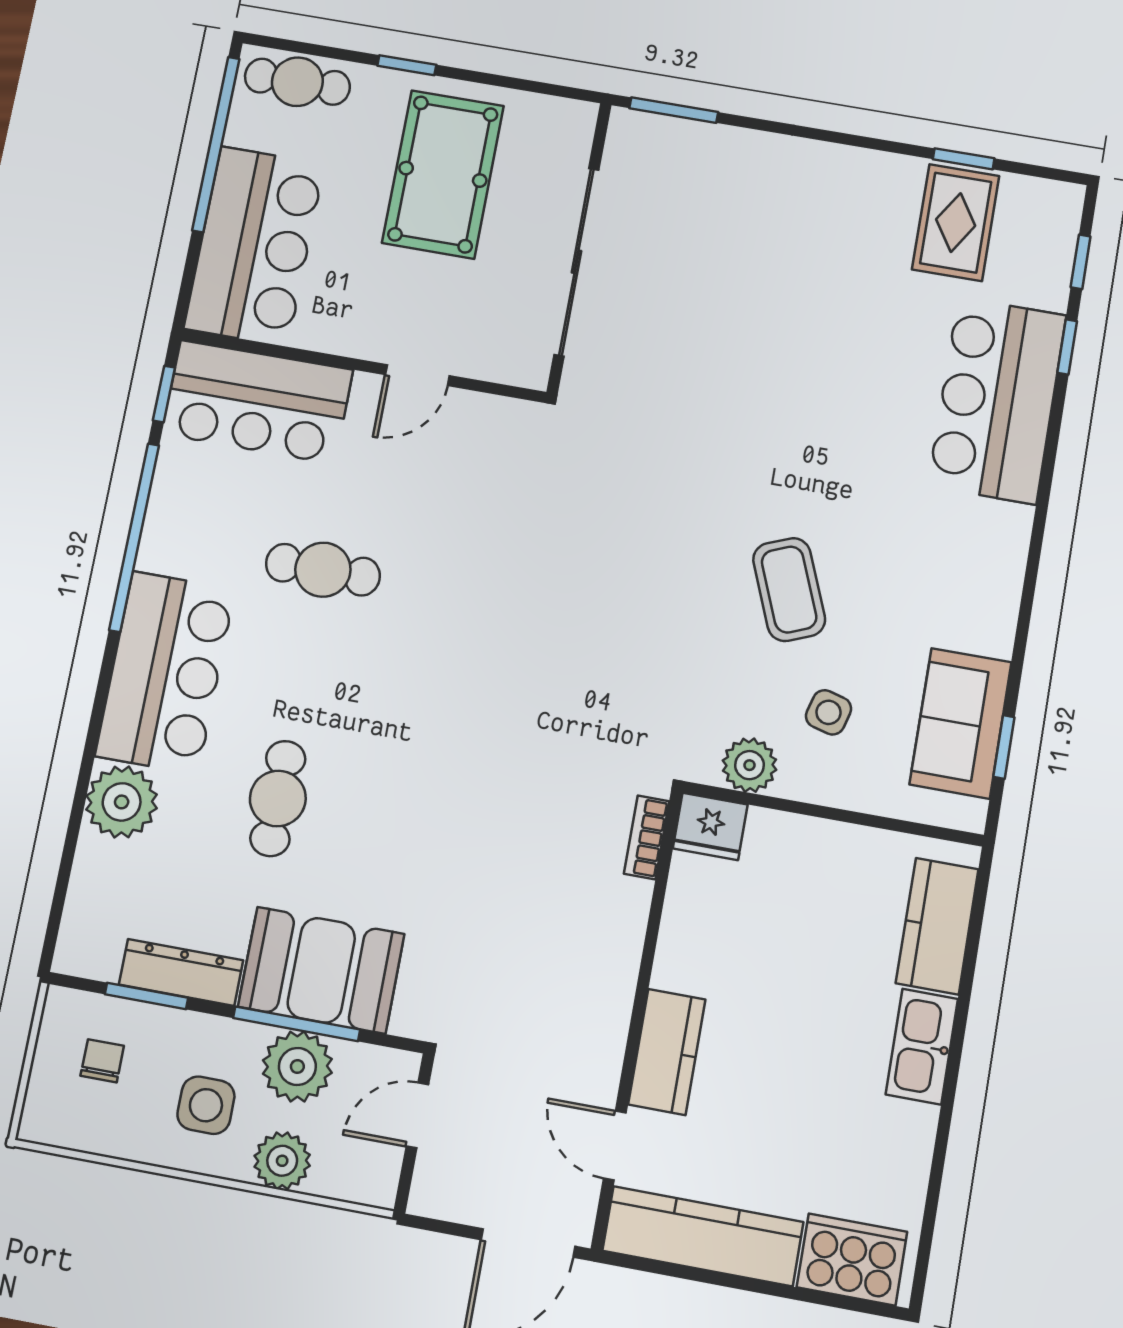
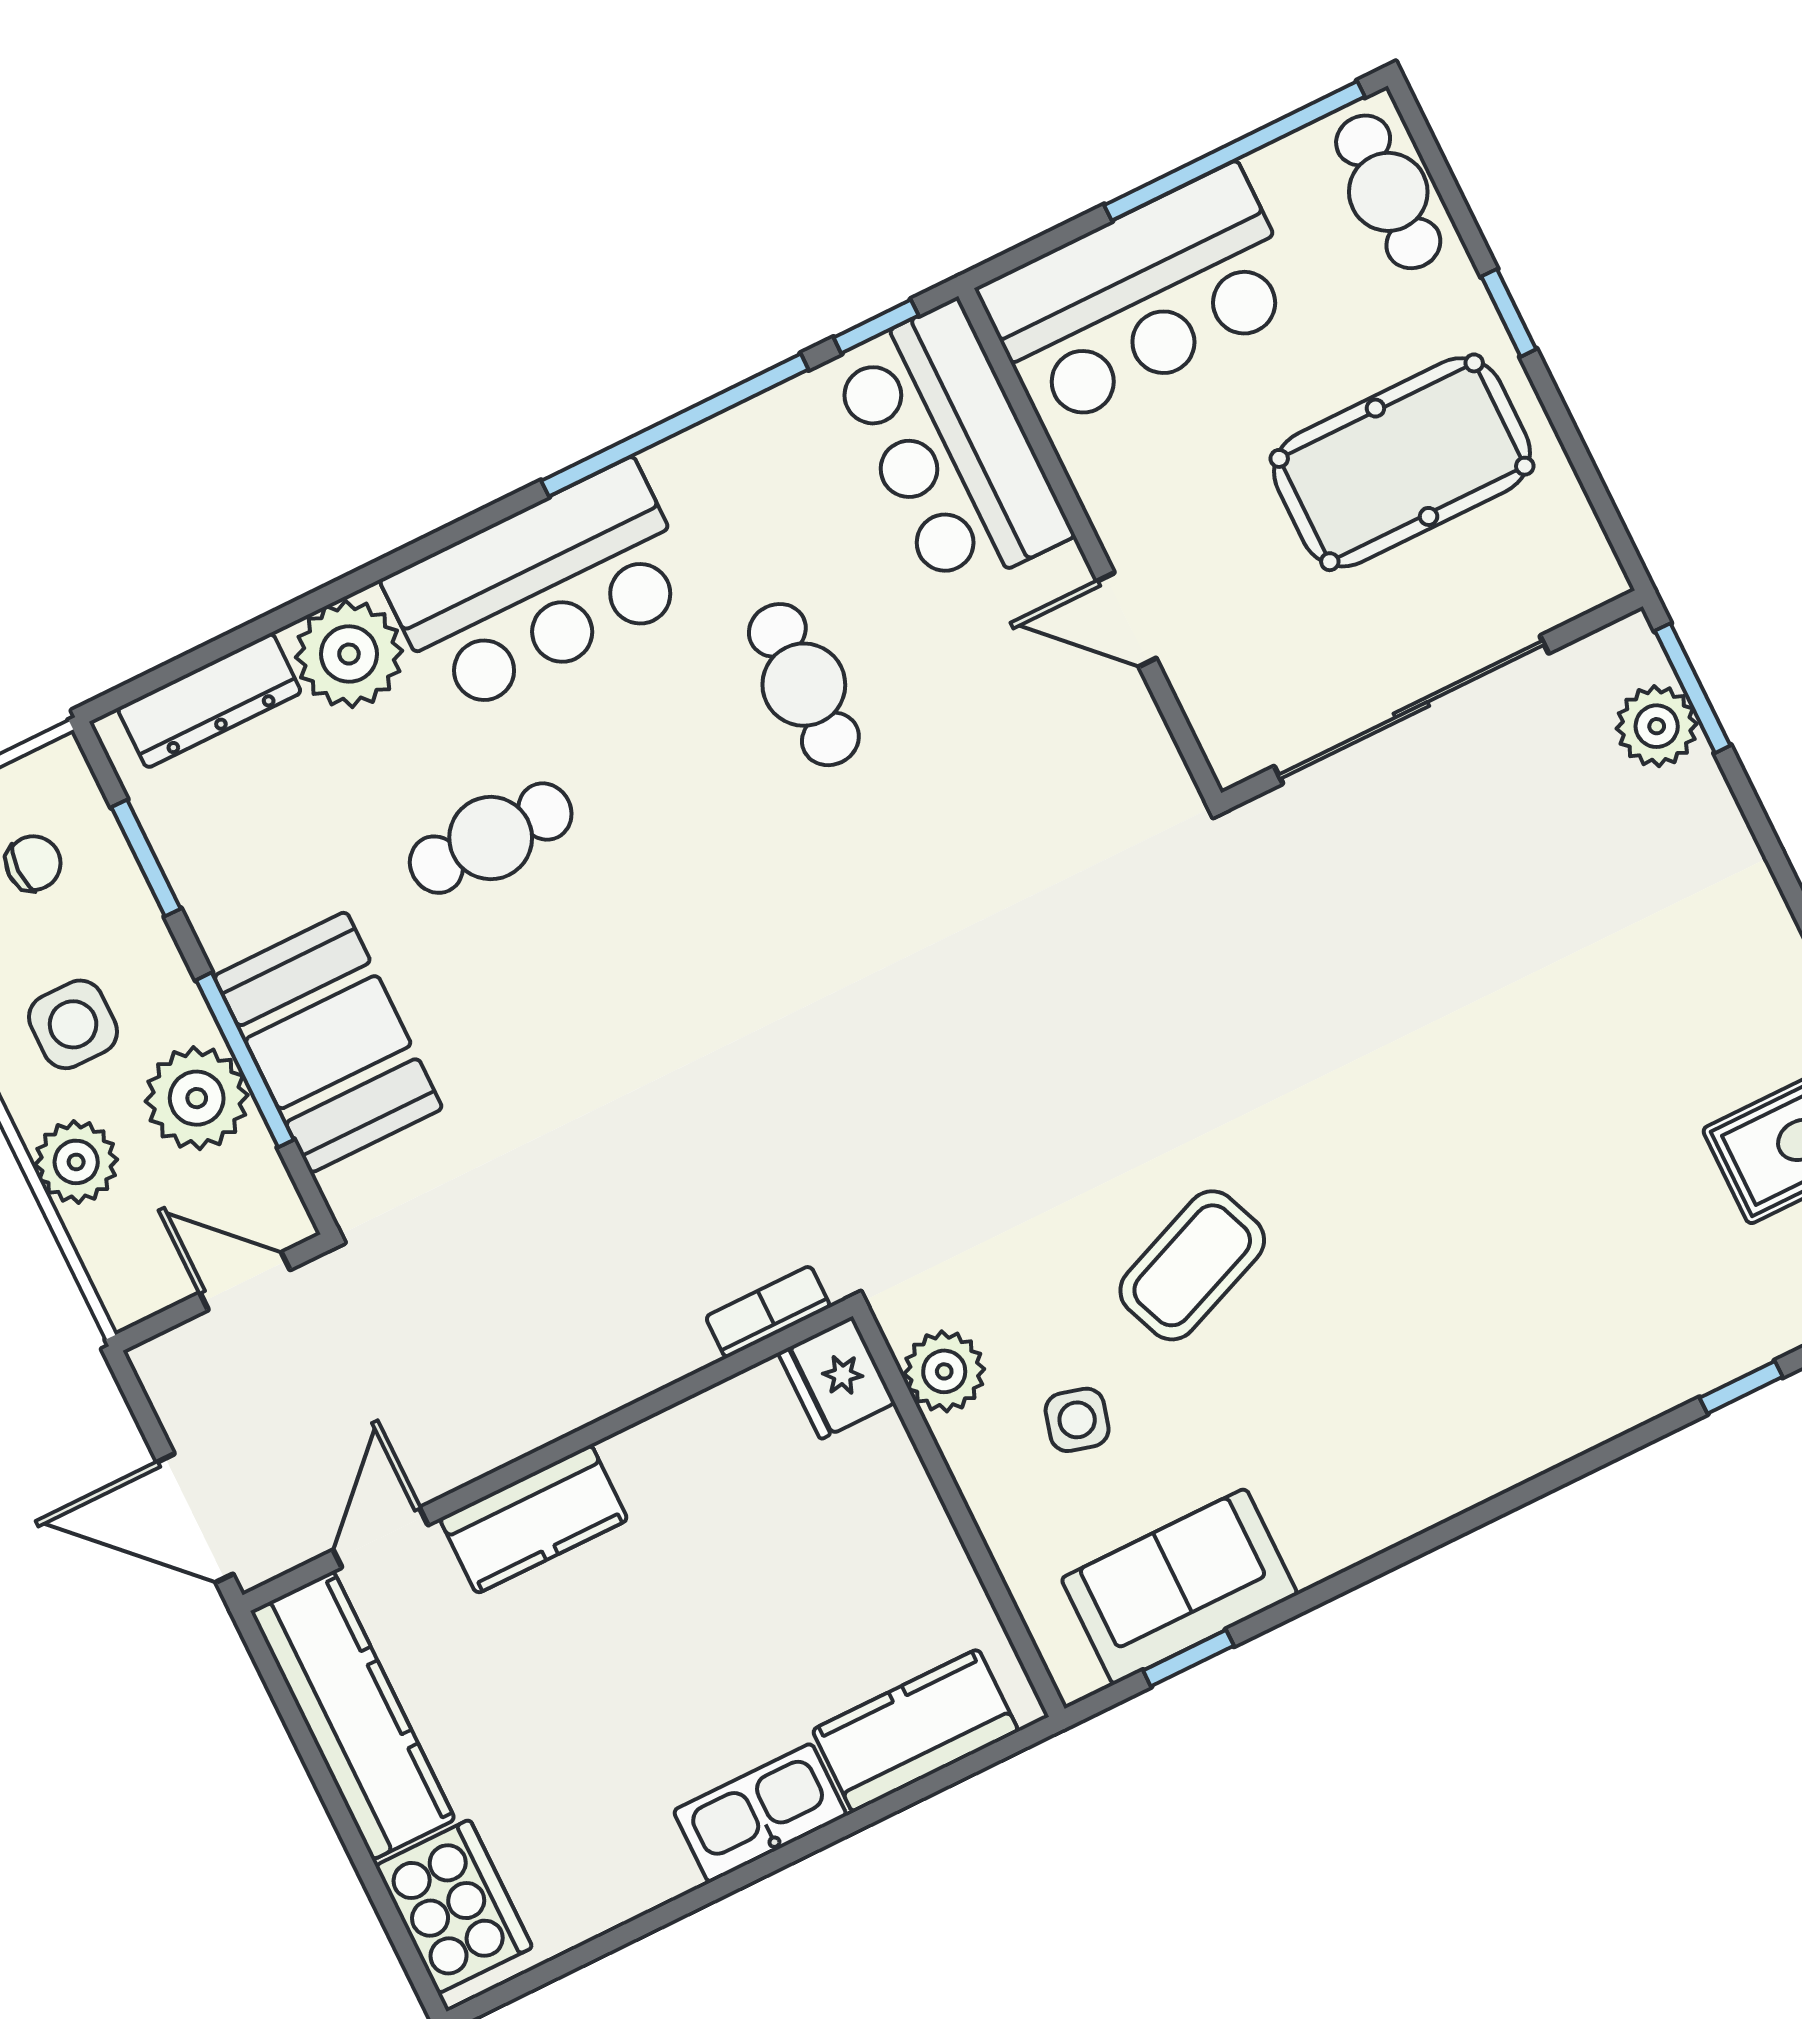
plant: (680, 142) -> (1657, 726), added
bar counter: (997, 400) -> (1611, 1349), removed
dresser: (181, 972) -> (209, 700), moved, turned 90

